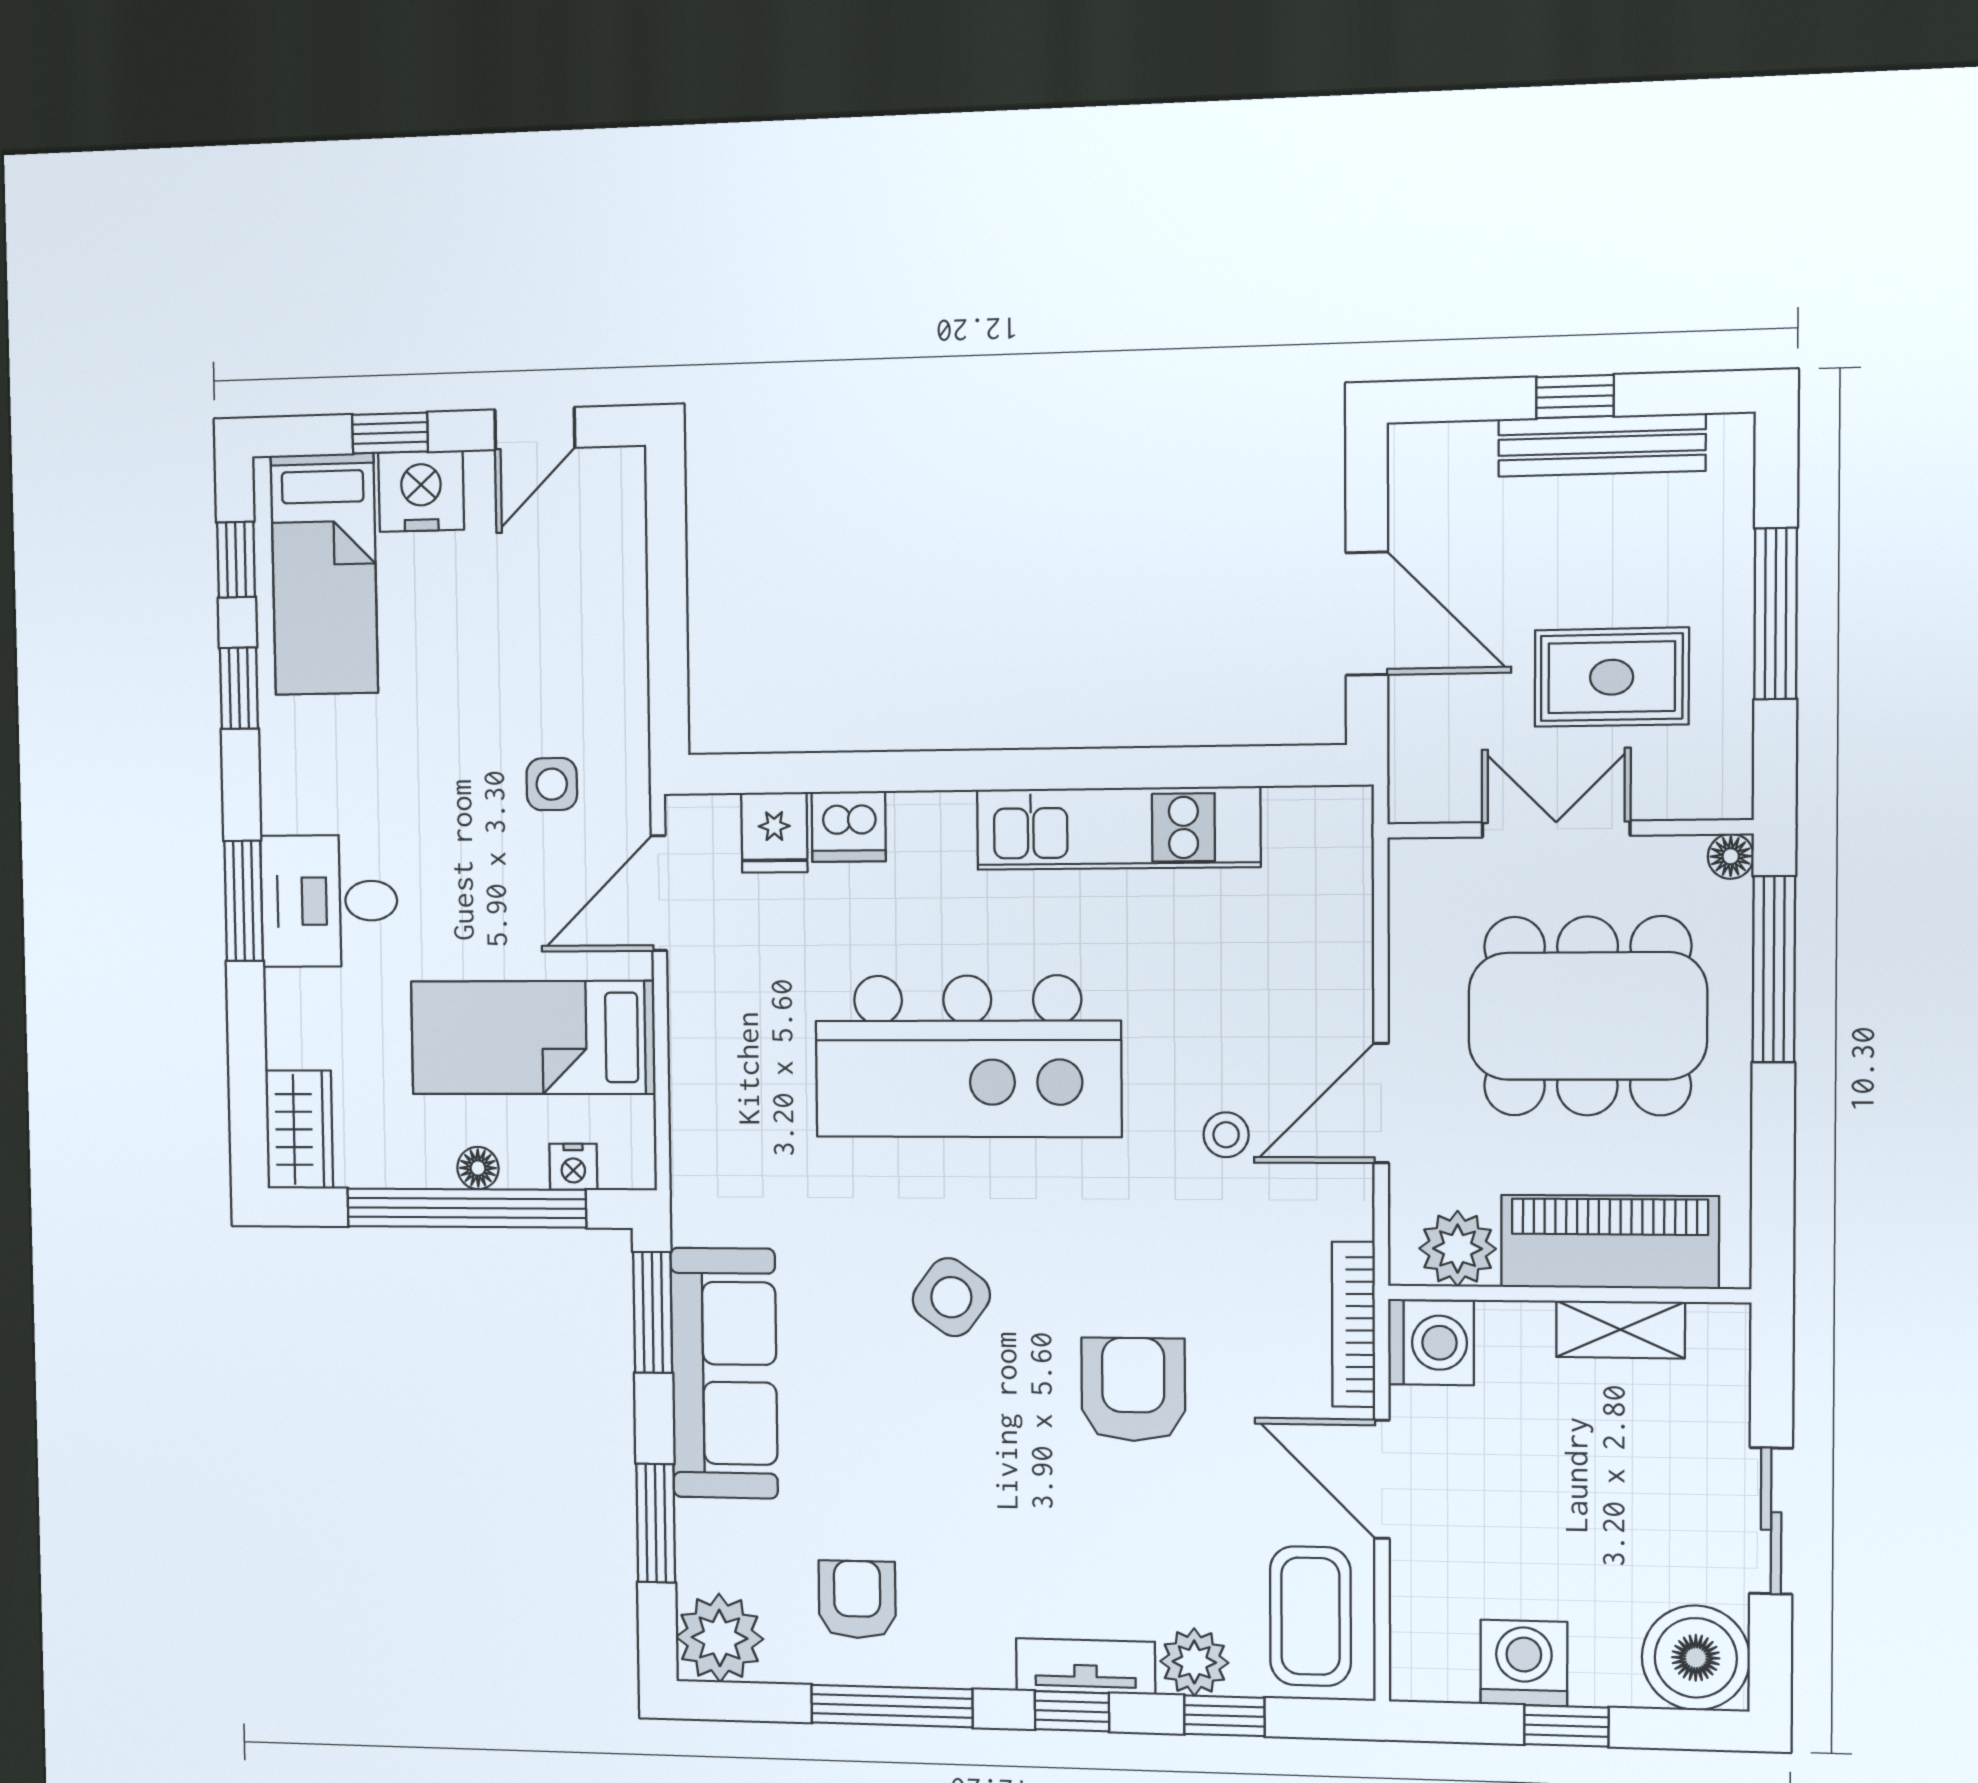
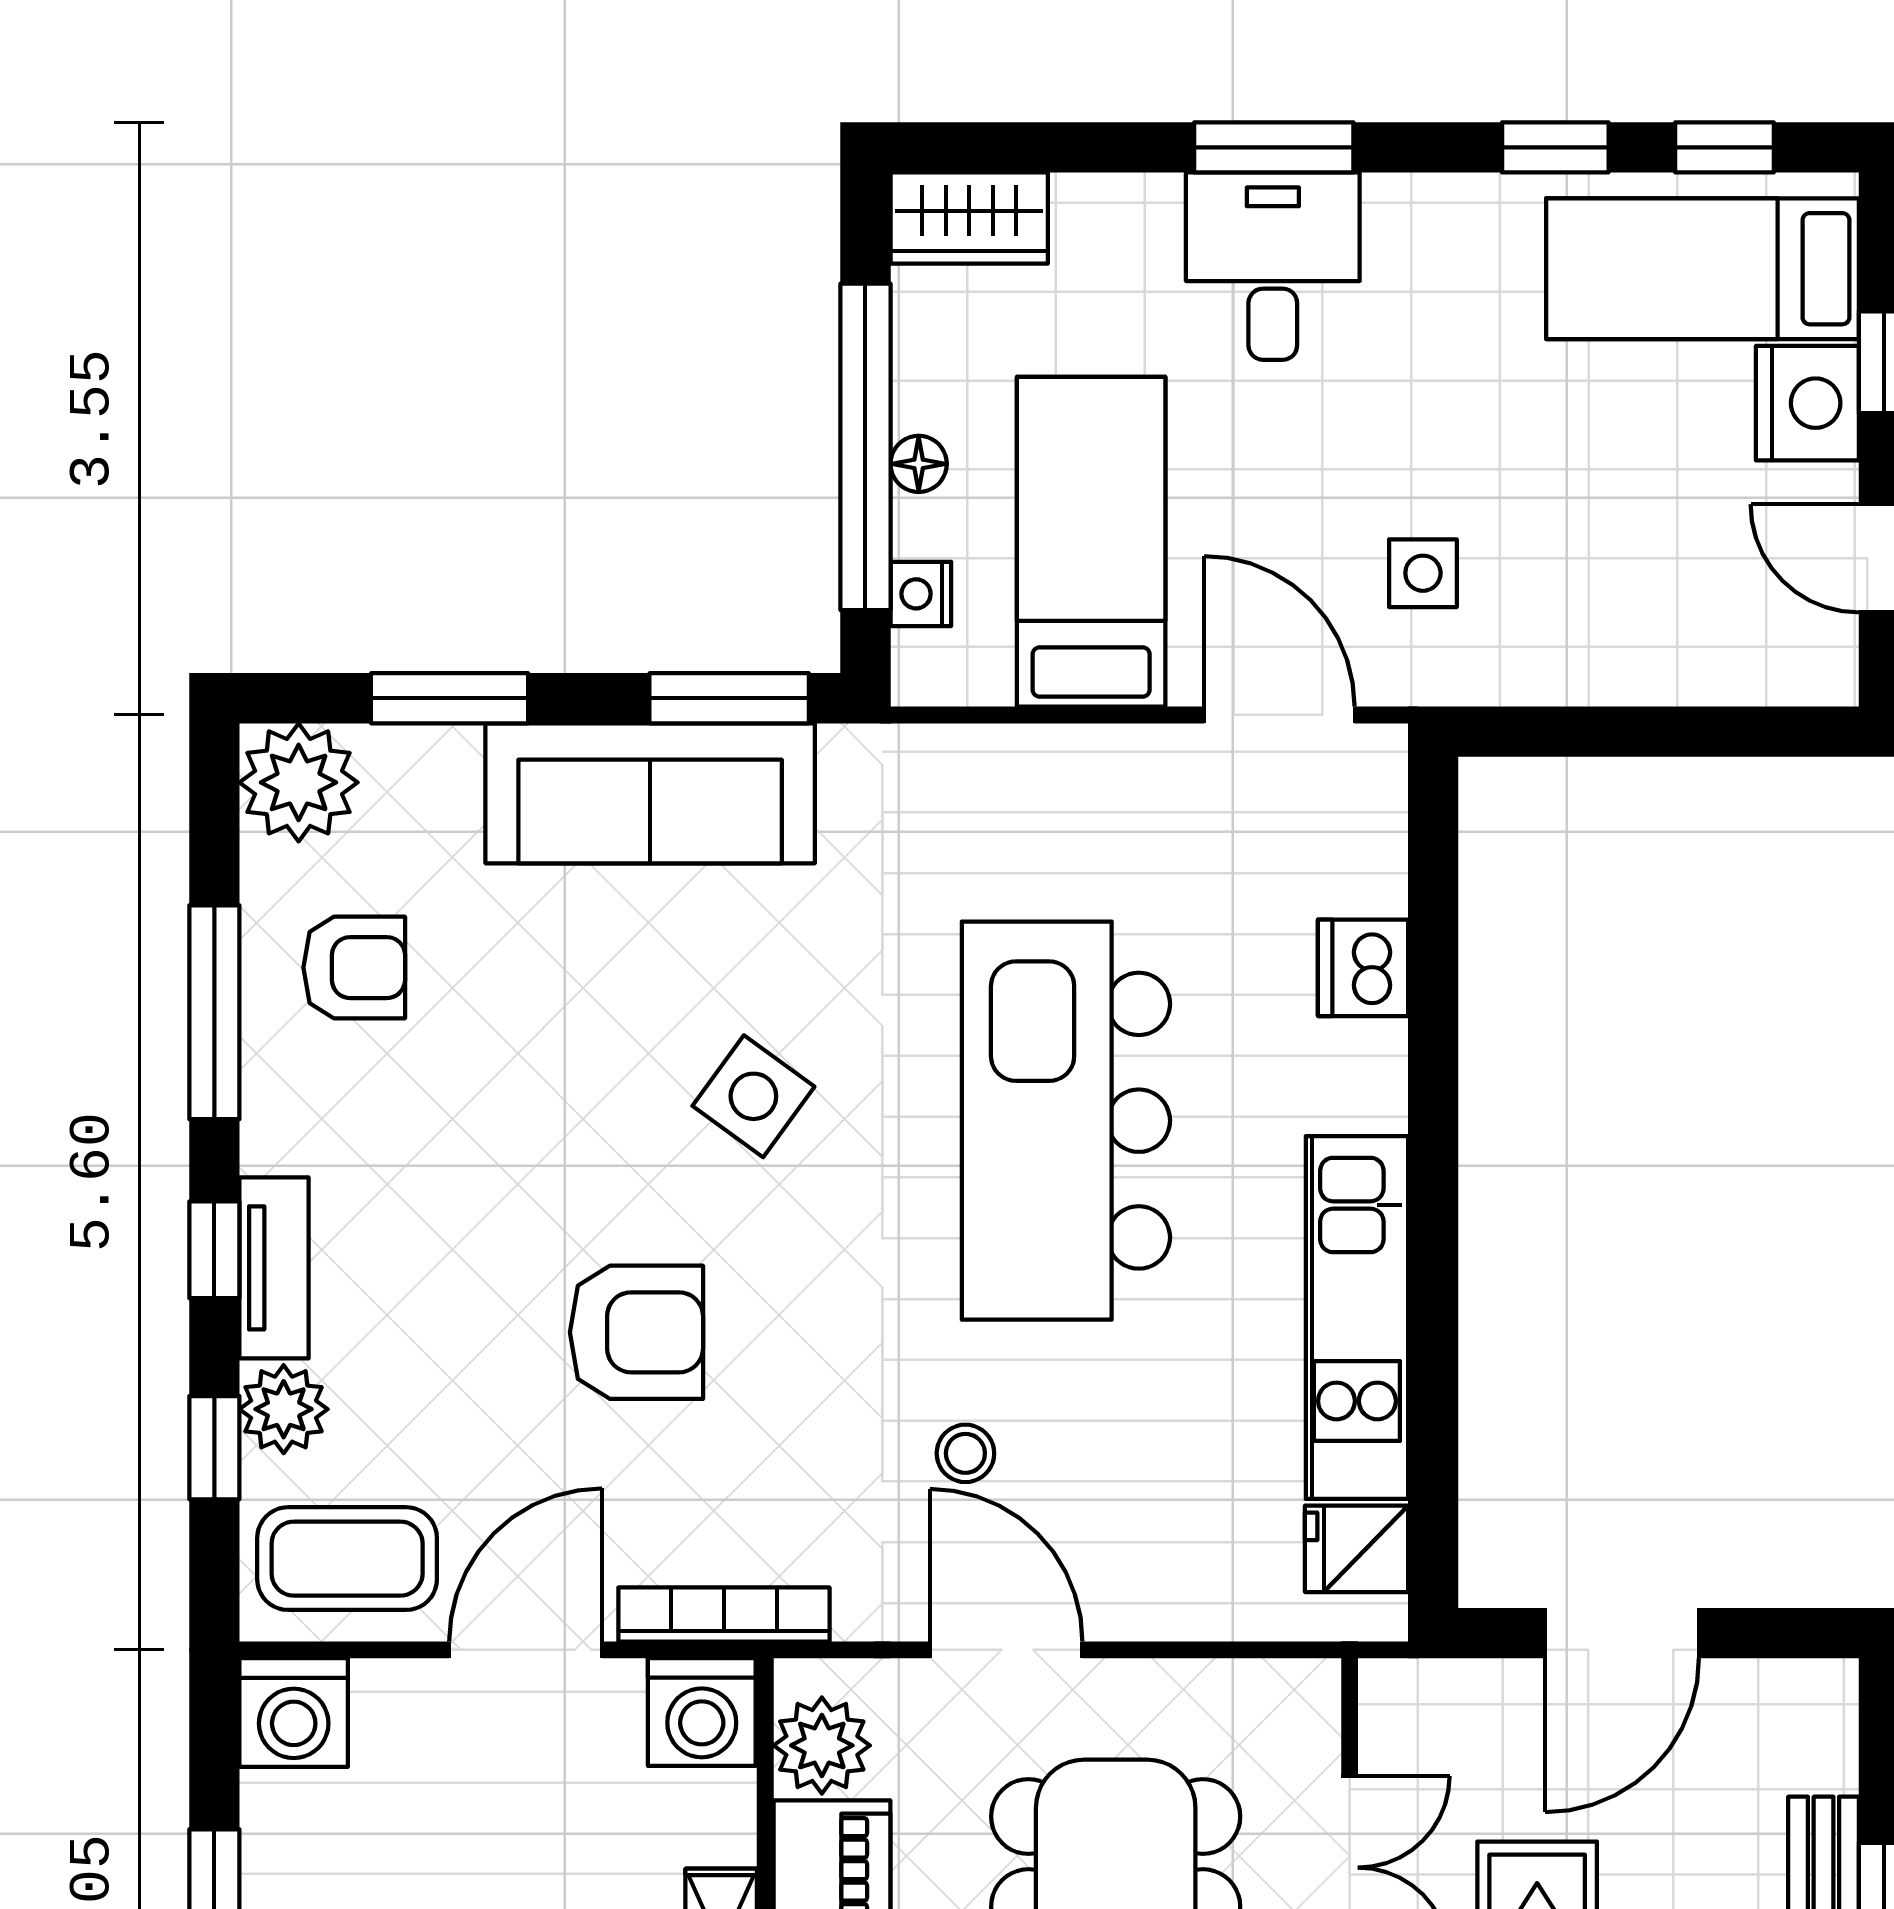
fridge: (774, 832) -> (1357, 1549), moved
washing machine: (1524, 1663) -> (294, 1713), moved, turned 90

